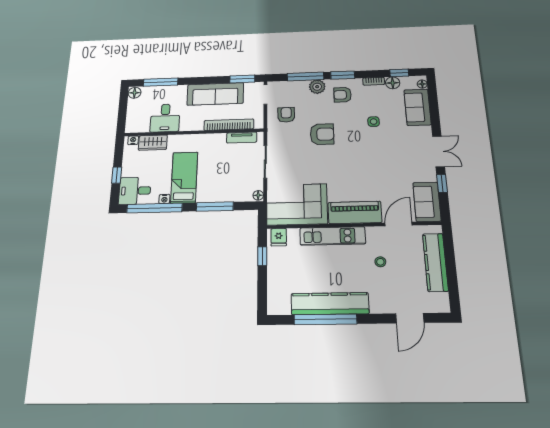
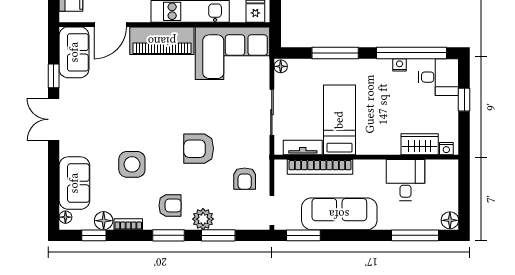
window: (305, 77) -> (218, 235), width x0.69
side table: (374, 122) -> (132, 164), width x1.87, depth x1.87
bed: (184, 177) -> (339, 120), moved, turned 180

